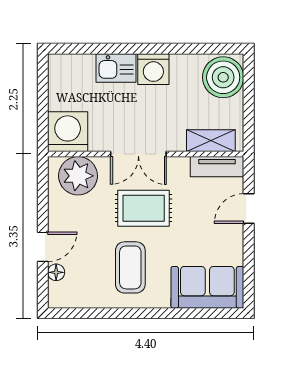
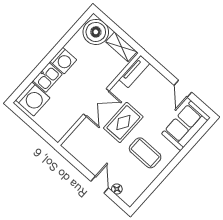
washing machine: (68, 132) -> (33, 99), moved, turned 180
shelving: (211, 141) -> (121, 47), moved, turned 90
plant: (78, 176) -> (81, 139), removed
door: (249, 209) -> (183, 89), moved

